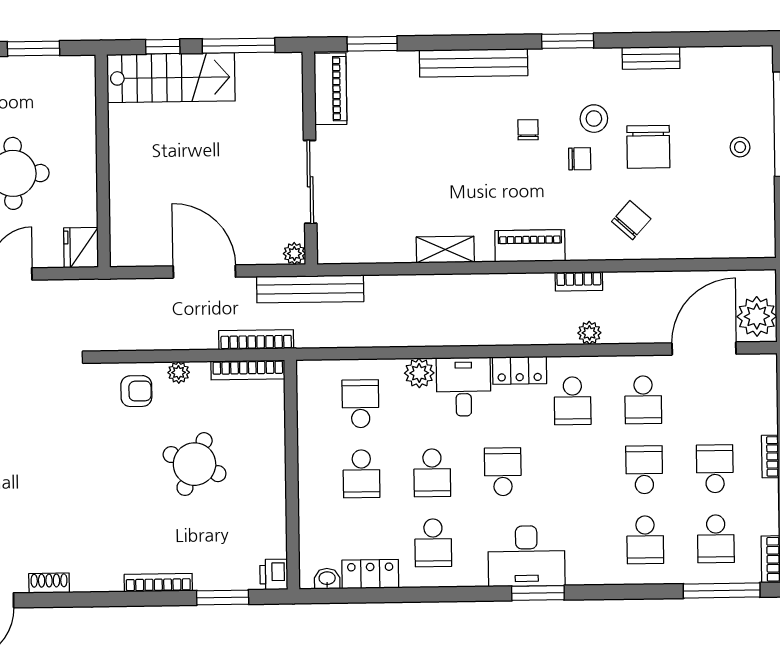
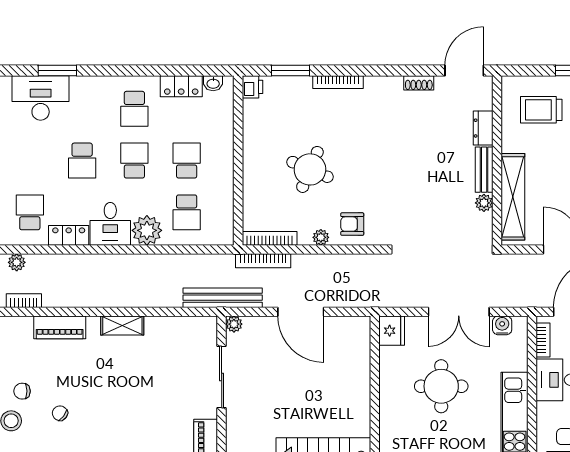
chair: (528, 130) -> (60, 413), turned 127
plant: (419, 373) -> (147, 230), width x1.36, depth x1.36
school desk: (433, 543) -> (134, 109), turned 180
desk: (526, 556) -> (41, 98), moved

